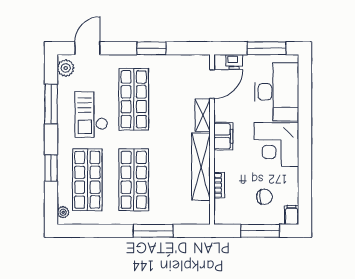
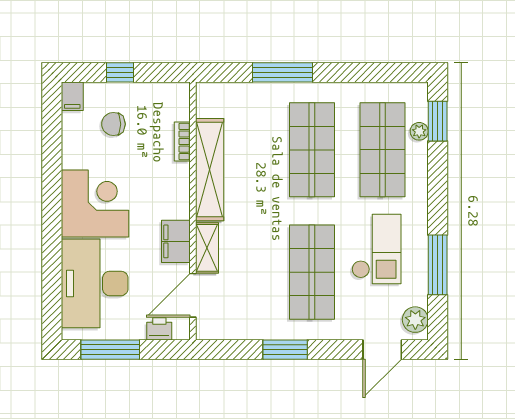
filing cabinet: (223, 136) -> (176, 241), moved
window: (51, 168) -> (438, 121), moved
plant: (63, 212) -> (419, 131), moved
window: (260, 231) -> (120, 72), width x0.46

